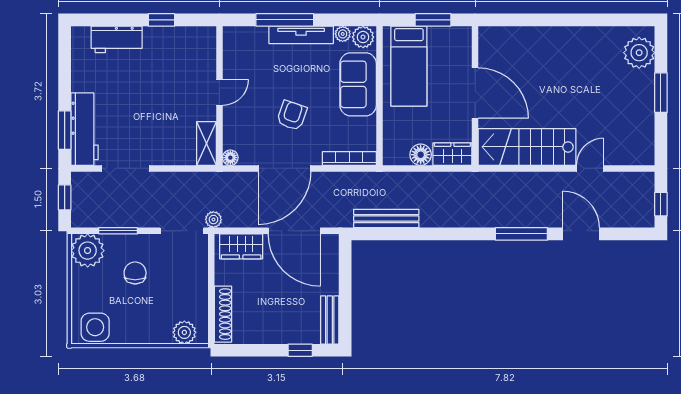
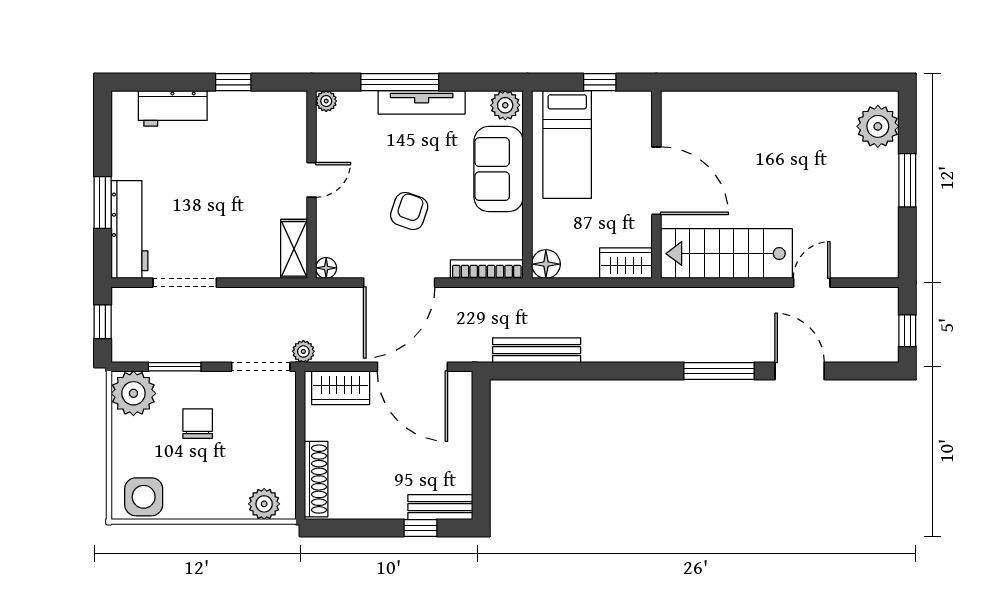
window: (433, 20) -> (600, 82), width x0.67
plant: (343, 34) -> (326, 101), moved
window: (65, 130) -> (103, 202), moved
floor lamp: (421, 155) -> (546, 264), moved
bench: (330, 320) -> (440, 507), moved, turned 90

